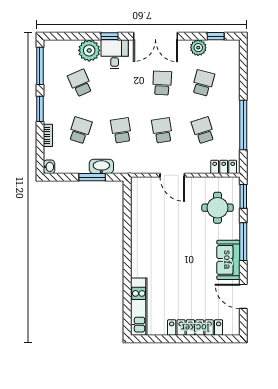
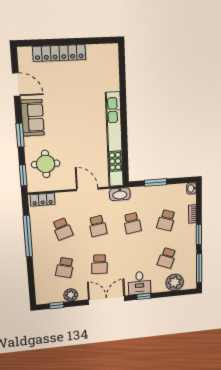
plant: (89, 50) -> (175, 282), moved
school desk: (80, 83) -> (167, 258), turned 45
washbasin: (101, 166) -> (120, 194), moved
window: (243, 242) -> (20, 135), width x0.69
kitchen unit: (139, 307) -> (114, 140), moved, width x1.86

